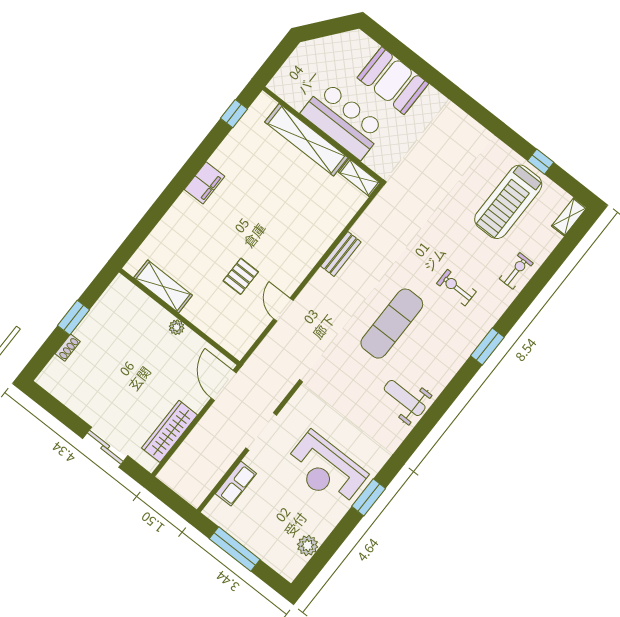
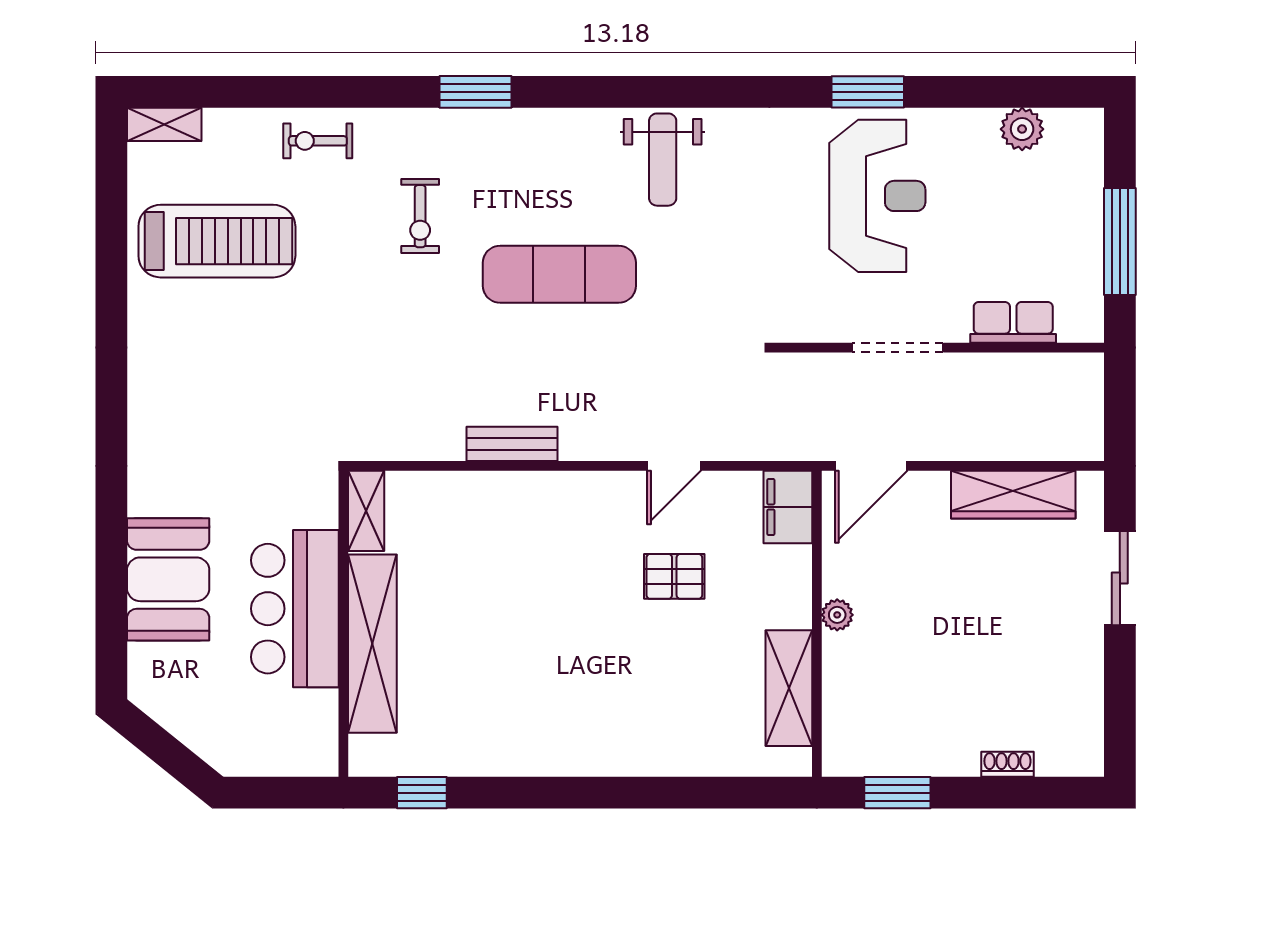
window: (541, 162) -> (111, 240), removed
filing cabinet: (204, 183) -> (788, 507), moved, turned -90
window: (74, 318) -> (897, 793), moved

